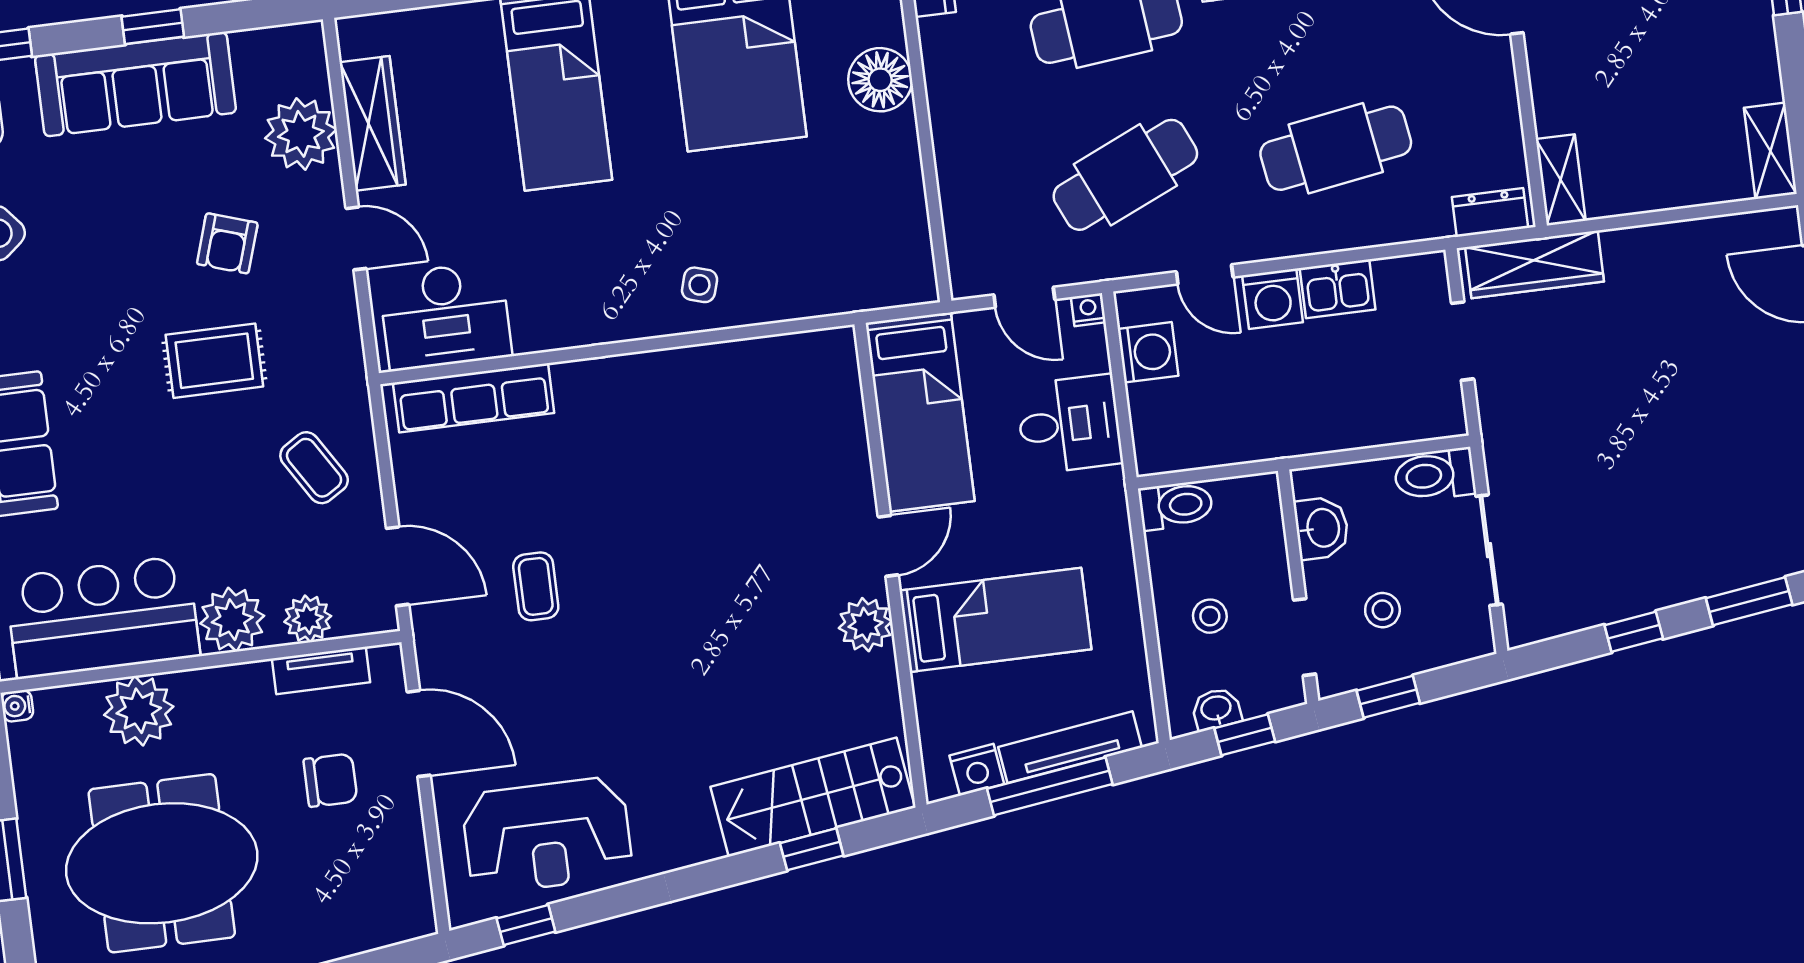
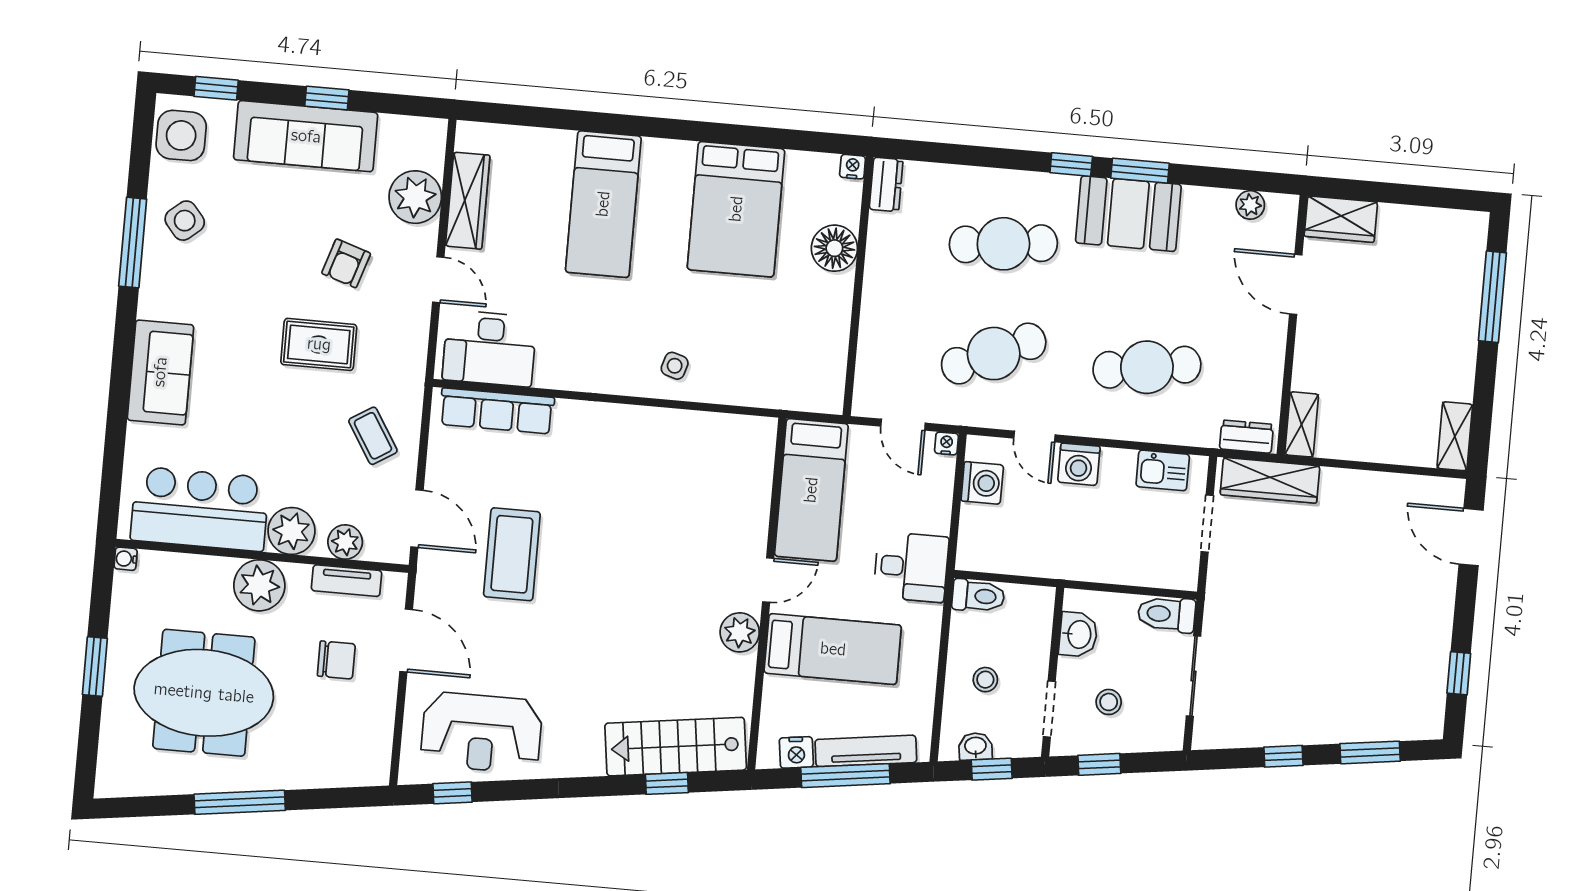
kitchen sink: (1338, 289) -> (1163, 470), moved
desk: (1069, 424) -> (911, 567), moved
coffee table: (536, 586) -> (512, 554), width x1.86, depth x1.72
plant: (139, 711) -> (259, 585), moved

